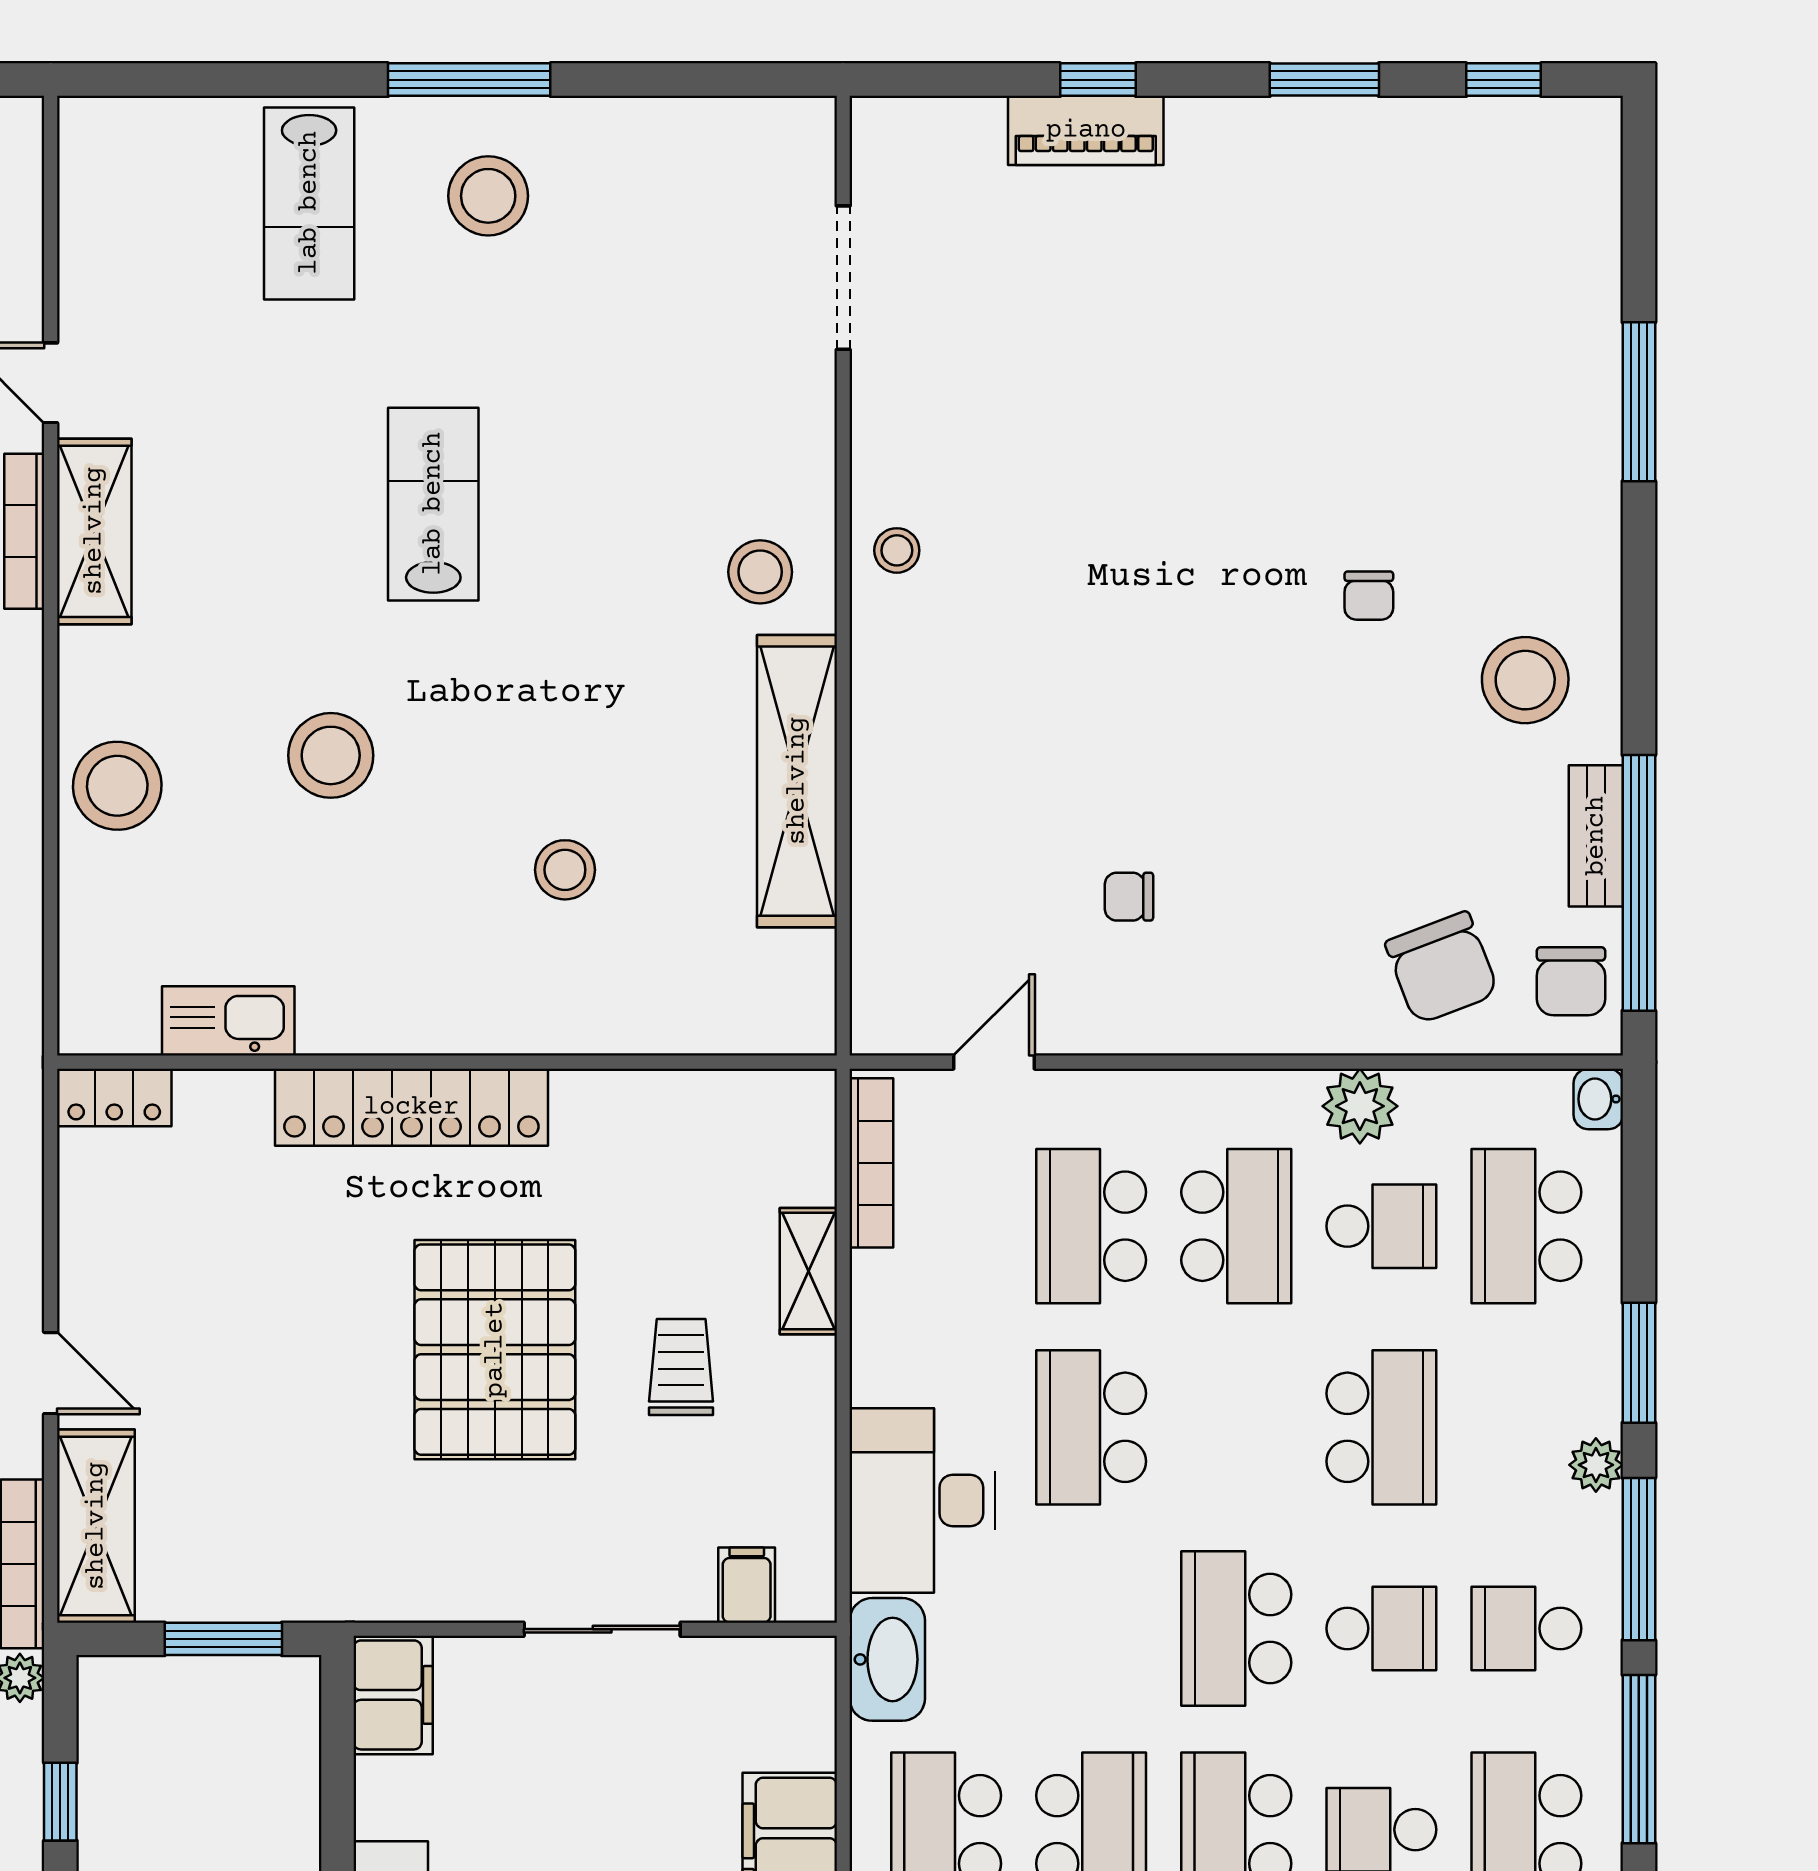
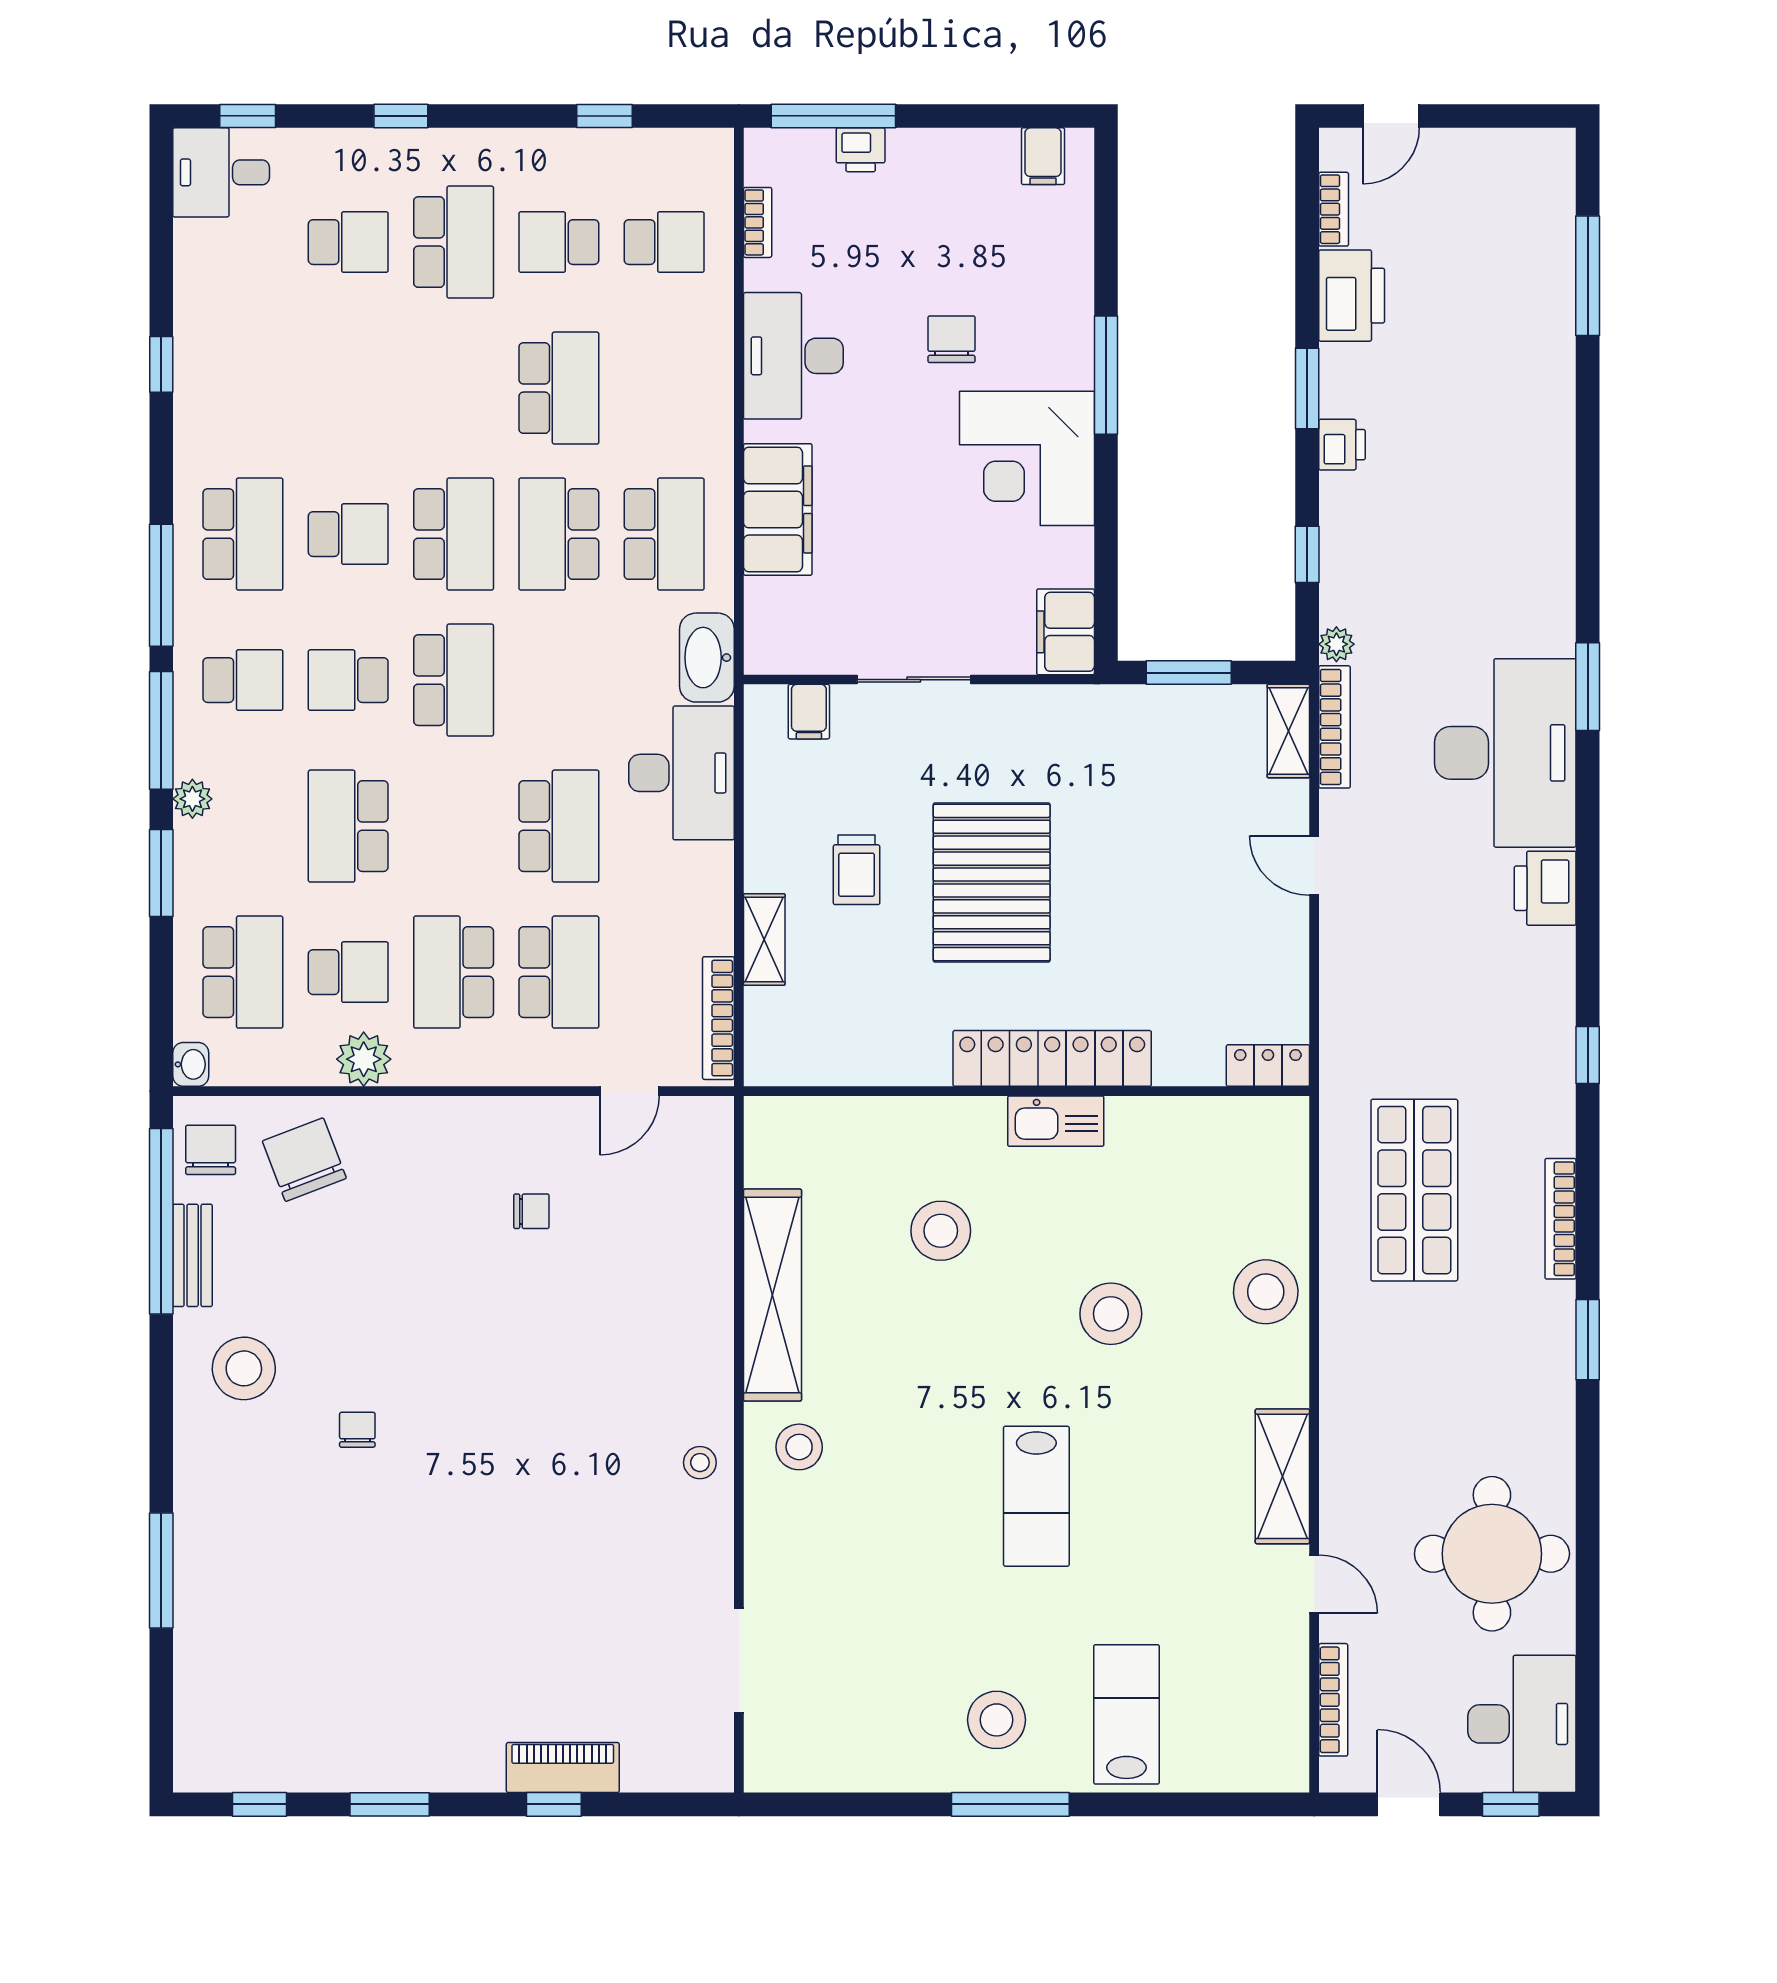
bookcase: (24, 531) -> (1333, 1700), moved
stool: (565, 870) -> (941, 1231), width x1.38, depth x1.38
kitchen sink: (228, 1021) -> (1056, 1121), moved
school desk: (1381, 1226) -> (348, 972), turned 180
shelving: (96, 1526) -> (1288, 731), width x0.67, depth x0.75

